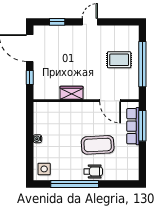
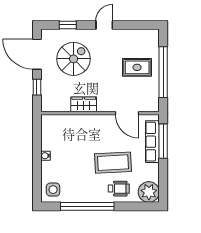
spiral stairs: (62, 52) -> (74, 59), added
wheelchair: (93, 171) -> (119, 189), moved
plant: (130, 171) -> (149, 192), added

